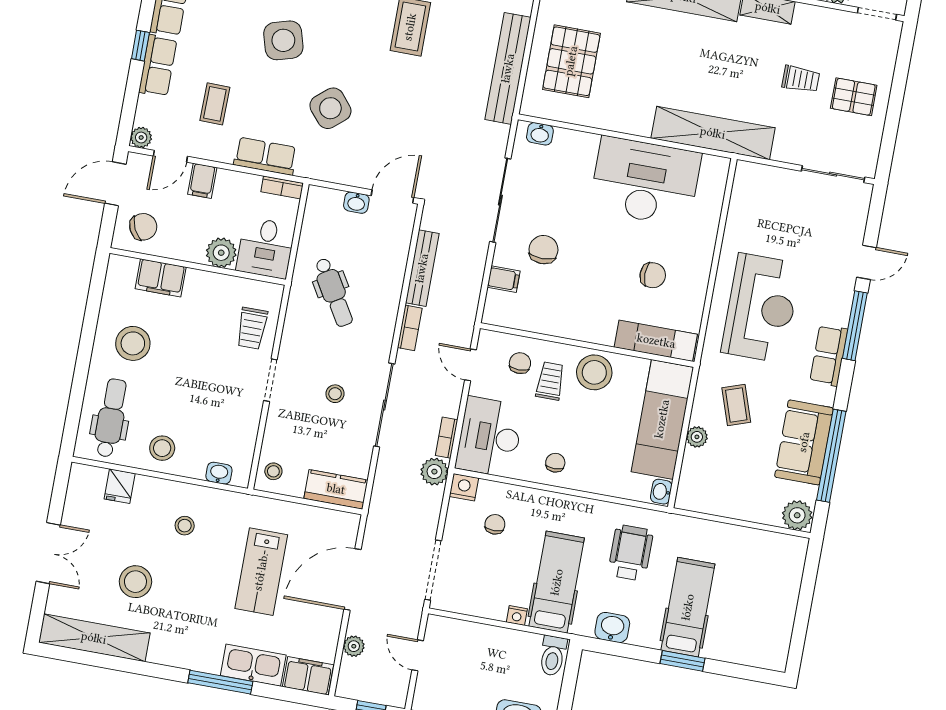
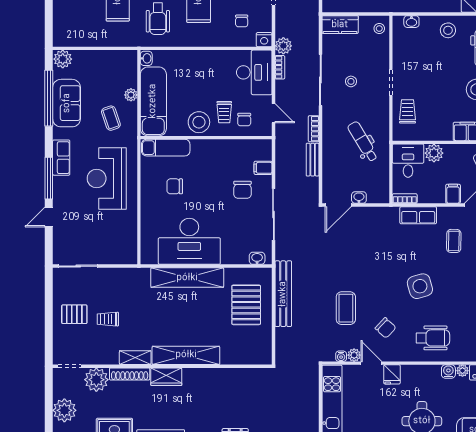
side table: (330, 108) -> (385, 251), removed
shelving: (713, 133) -> (187, 278), moved
bench: (422, 268) -> (313, 160), width x0.73
chair: (555, 463) -> (212, 64), removed

